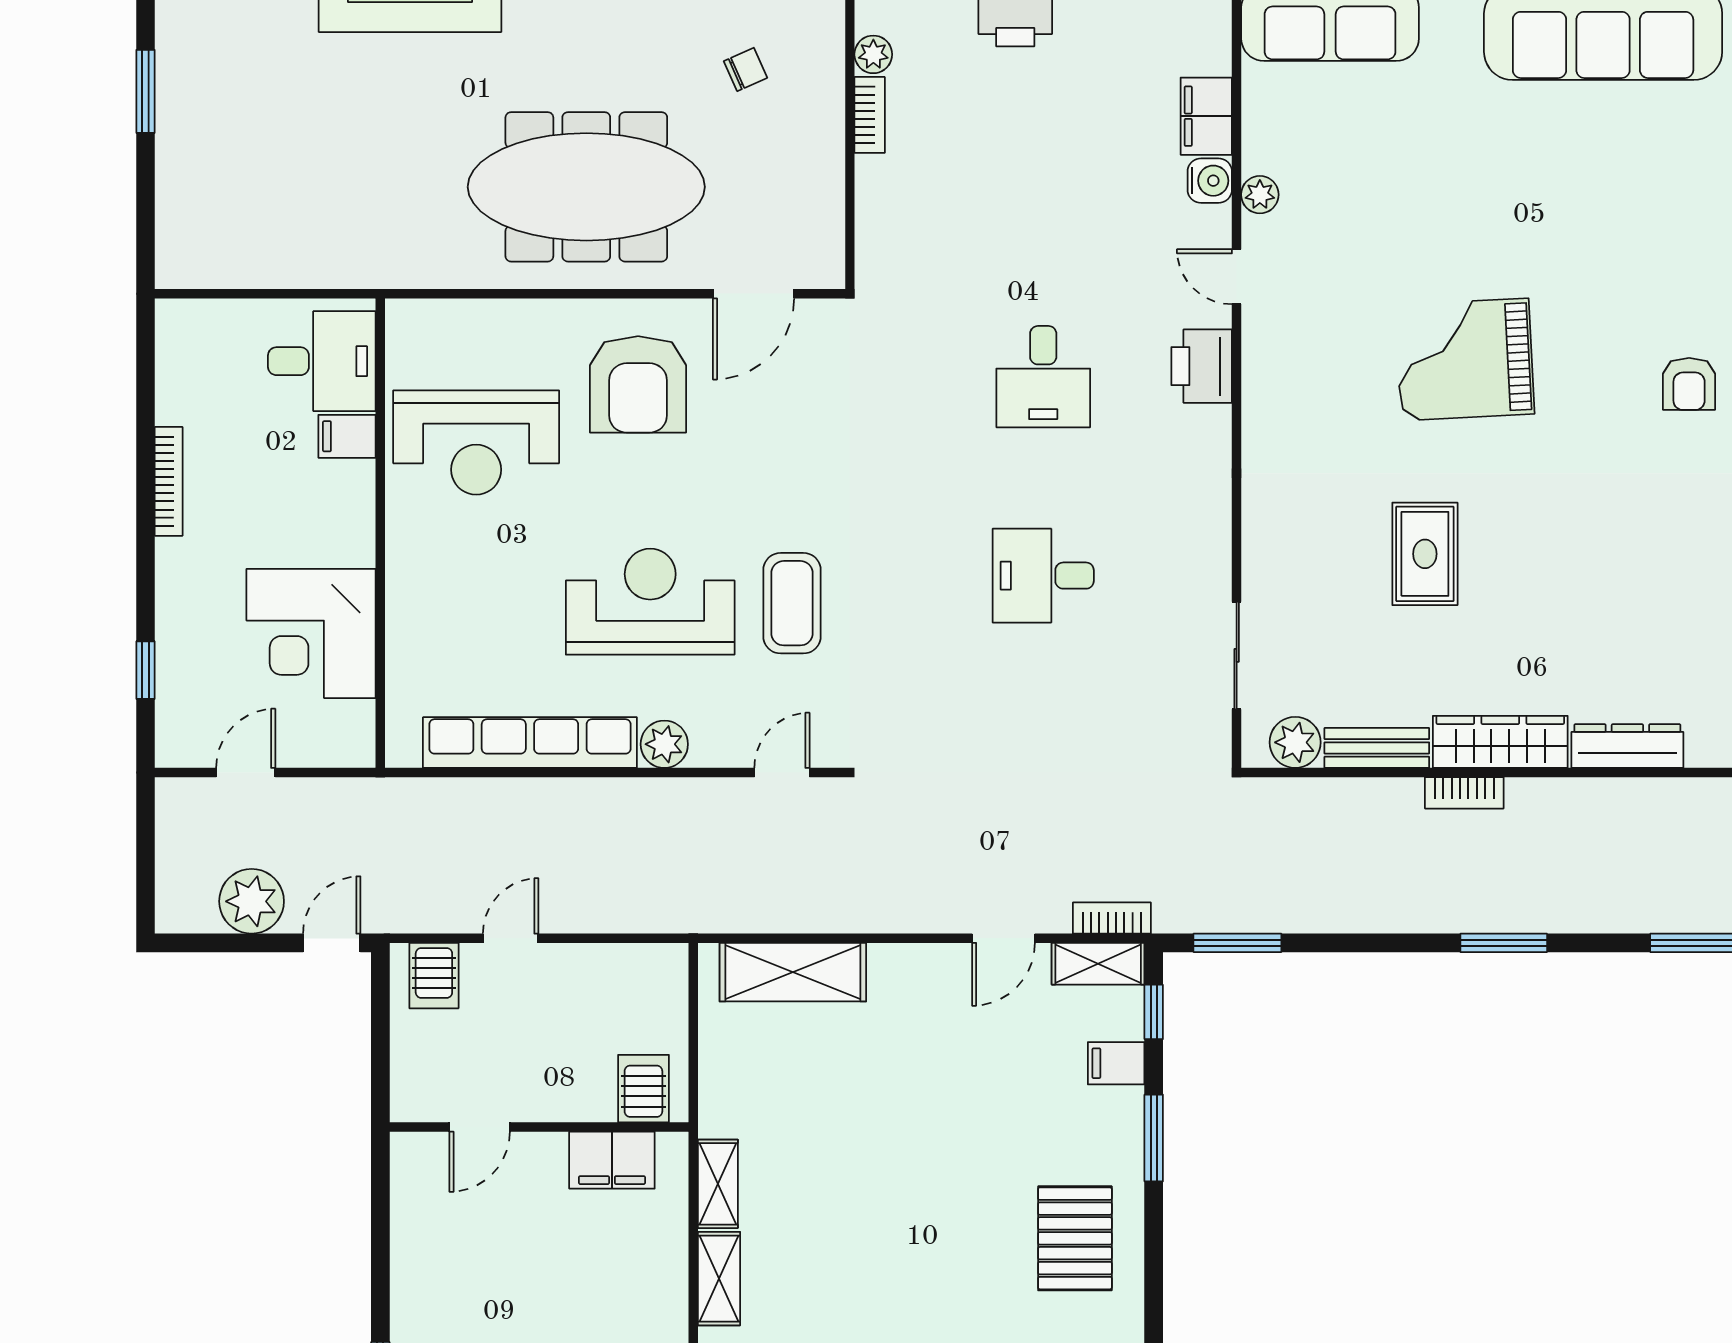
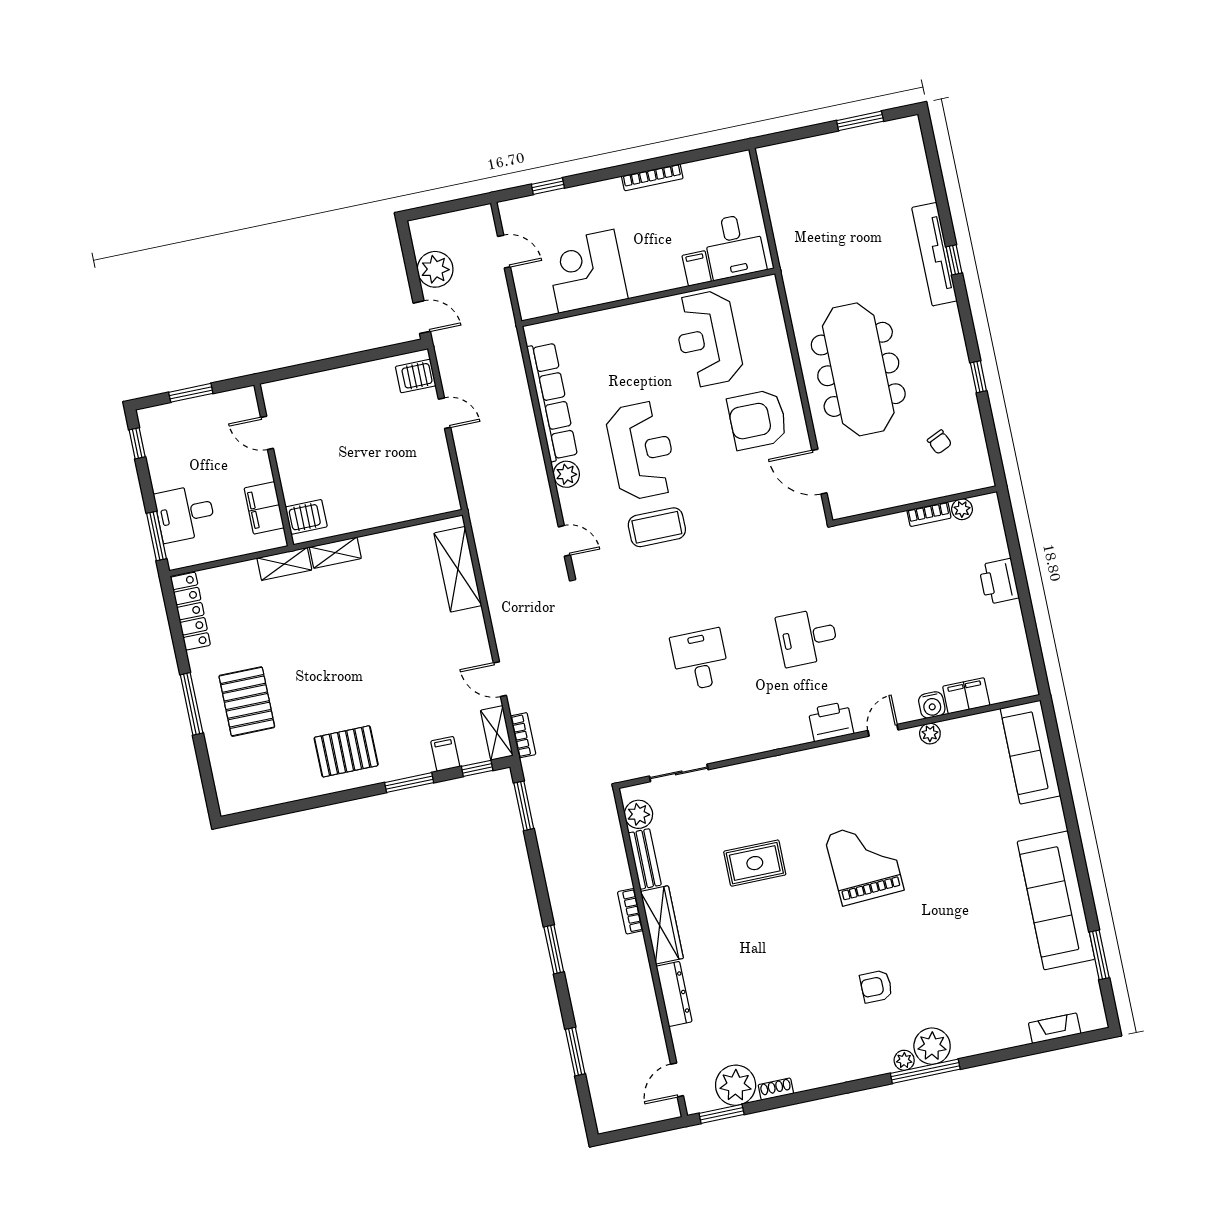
server rack: (643, 1089) -> (306, 517), moved
door: (480, 1127) -> (267, 433), moved
wall: (539, 1127) -> (274, 465), moved
filing cabinet: (612, 1160) -> (264, 508), moved

